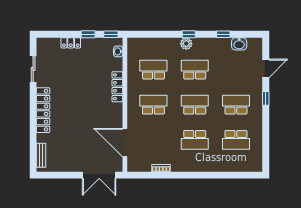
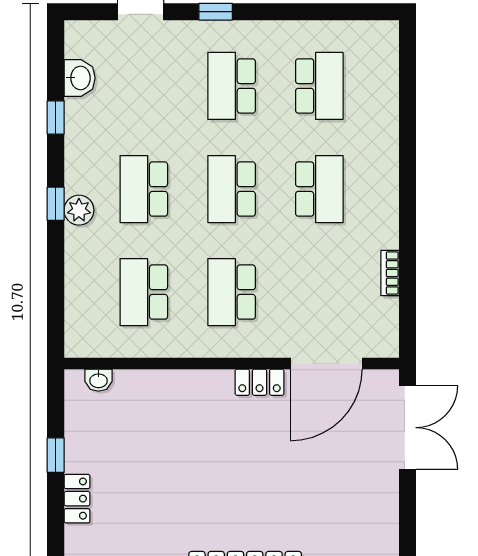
window: (111, 34) -> (56, 399), removed
locker: (117, 87) -> (259, 382), moved, width x0.66

